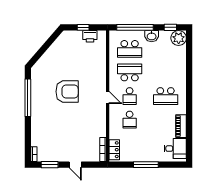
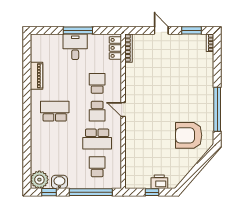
printer: (90, 36) -> (159, 182), moved
washbasin: (152, 36) -> (59, 182), moved
school desk: (130, 49) -> (97, 167), width x0.54
armchair: (67, 92) -> (189, 135), moved
school desk: (130, 96) -> (97, 111), turned 180
desk: (175, 149) -> (75, 47), moved, turned 90

